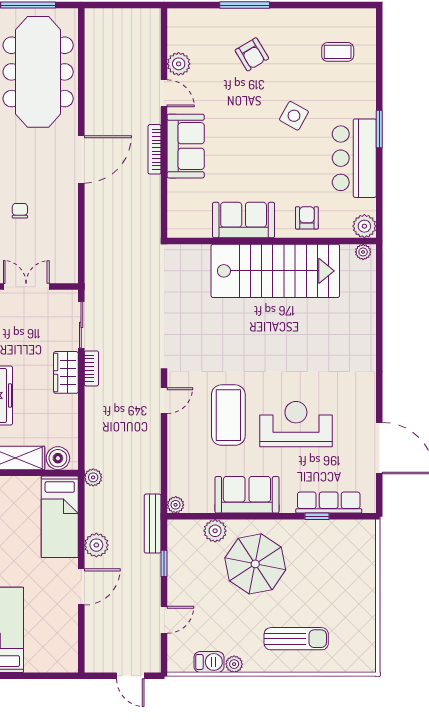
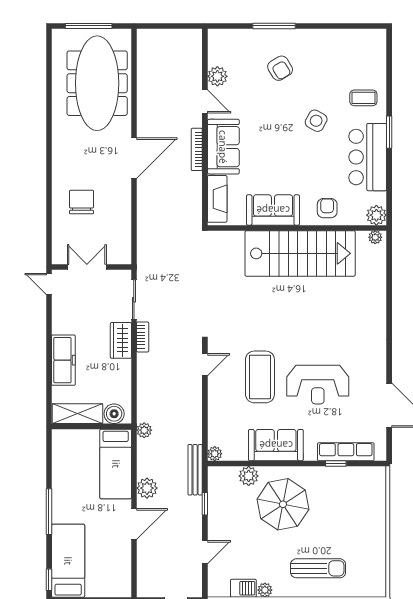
coffee table: (338, 52) -> (363, 98), moved
fireplace: (178, 207) -> (217, 199), added
chair: (20, 211) -> (82, 202), width x1.87, depth x1.87
reception desk: (296, 424) -> (318, 385), turned 180

